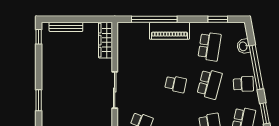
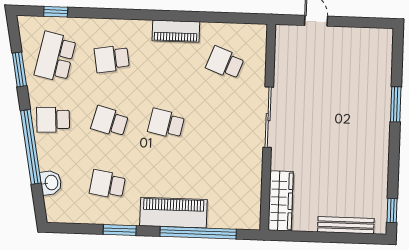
window: (218, 19) -> (120, 230), moved
school desk: (210, 46) -> (107, 184), width x0.54
school desk: (210, 84) -> (110, 122), width x0.54

